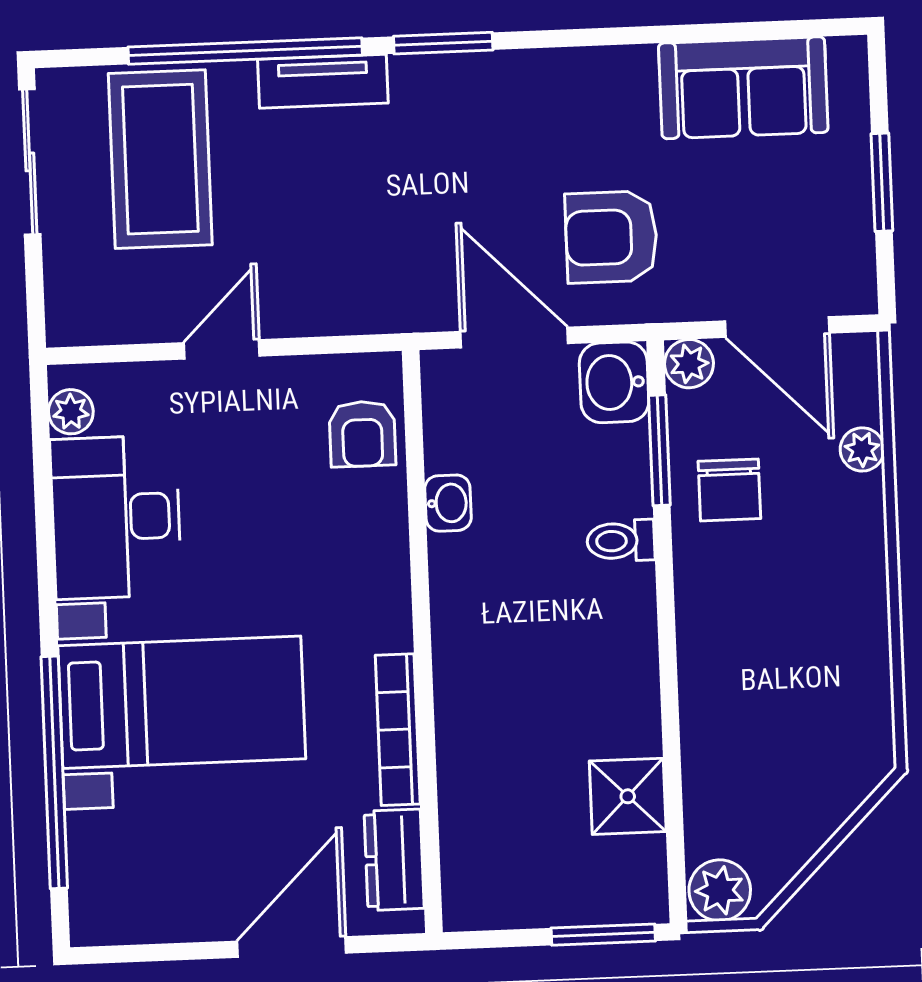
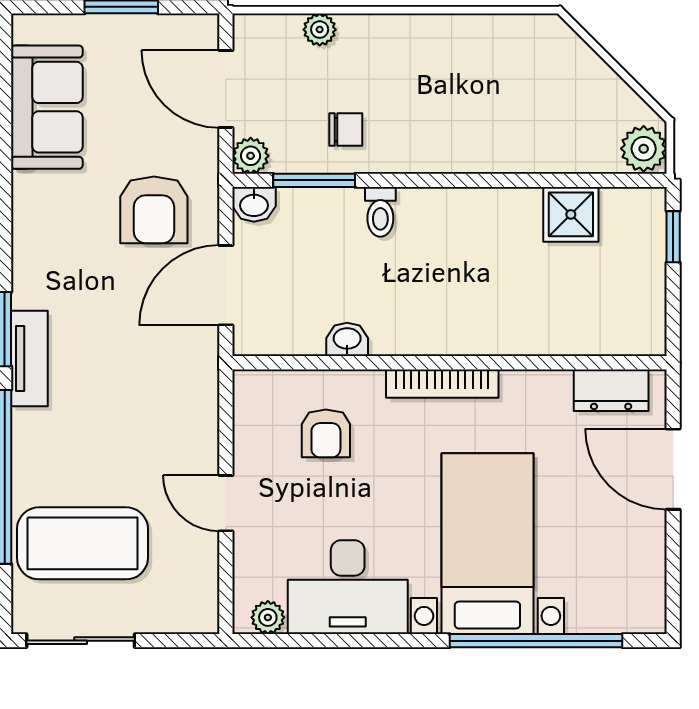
tv unit: (323, 81) -> (29, 358), moved
door: (777, 327) -> (226, 89), swing flipped
washbasin: (614, 382) -> (254, 204), width x0.72, depth x0.69
armchair: (362, 434) -> (326, 433), moved, turned 90
chair: (729, 490) -> (346, 130), width x0.73, depth x0.73
bookcase: (398, 730) -> (442, 384), moved
window: (603, 935) -> (673, 237), width x0.67

